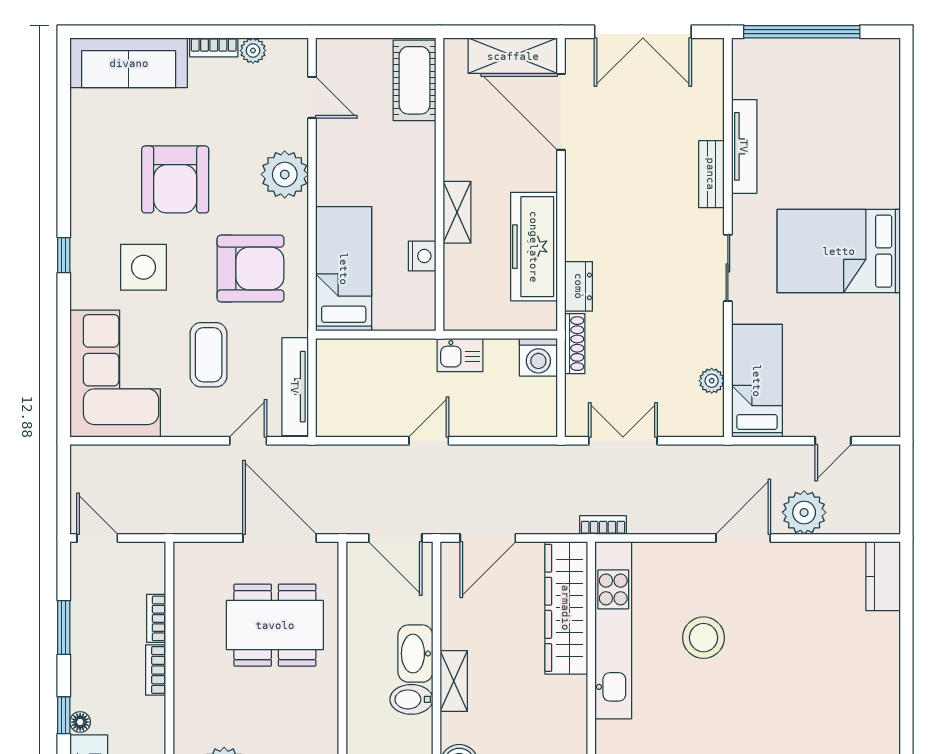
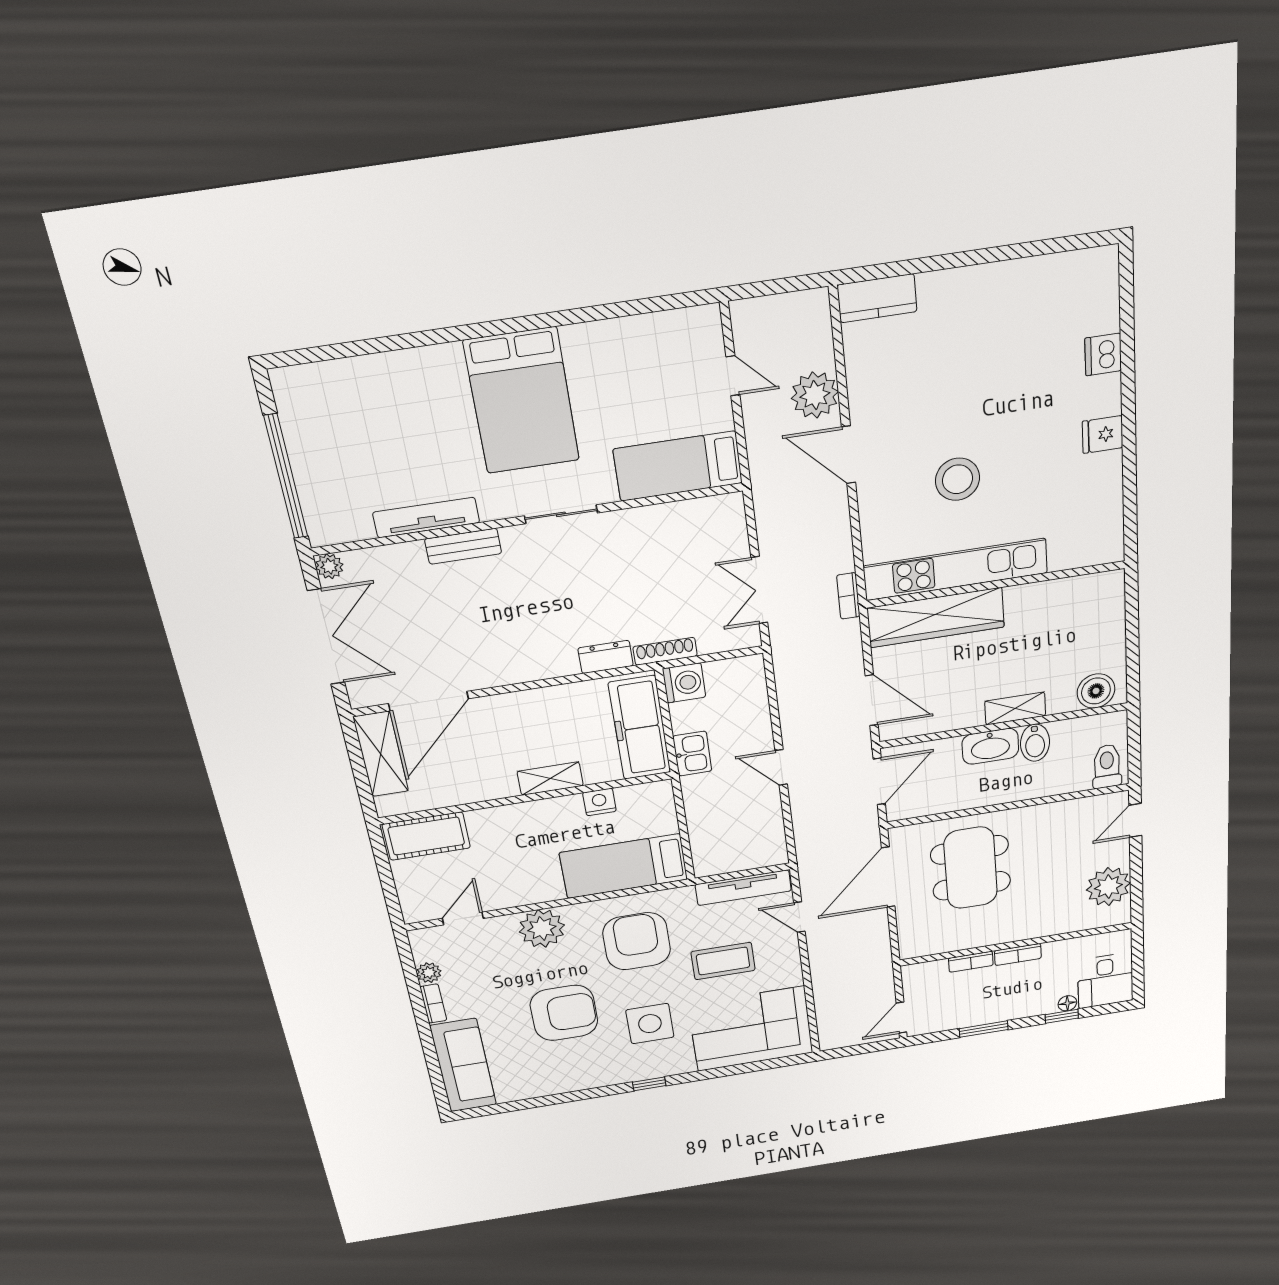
freezer: (534, 247) -> (640, 728), moved, turned 90
plant: (712, 381) -> (329, 566), moved

